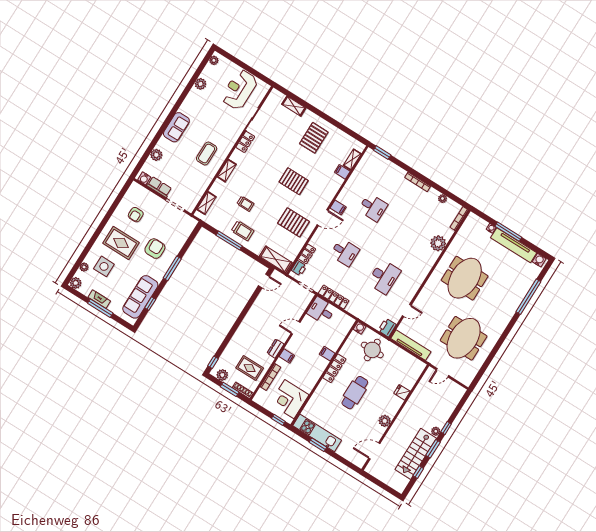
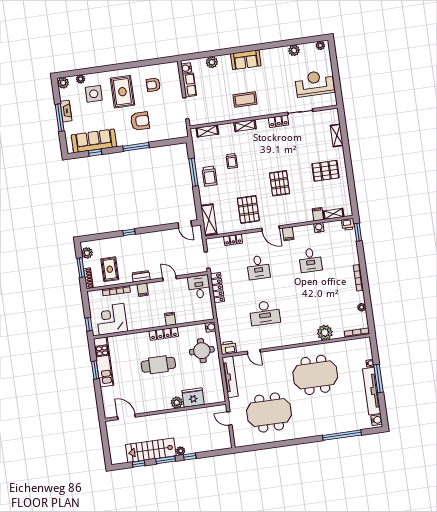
water cooler: (353, 180) -> (319, 228), added
printer: (299, 268) -> (348, 224), moved
window: (213, 362) -> (129, 232), moved
fridge: (402, 392) -> (193, 398), width x1.88, depth x1.34
plant: (385, 421) -> (177, 403), moved

